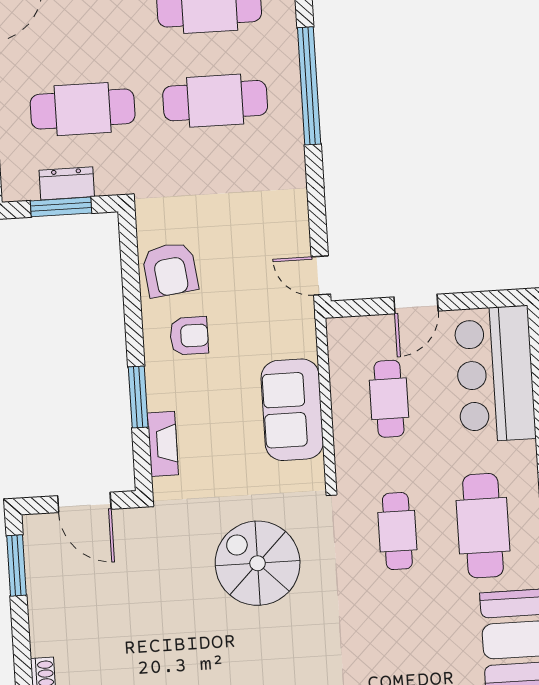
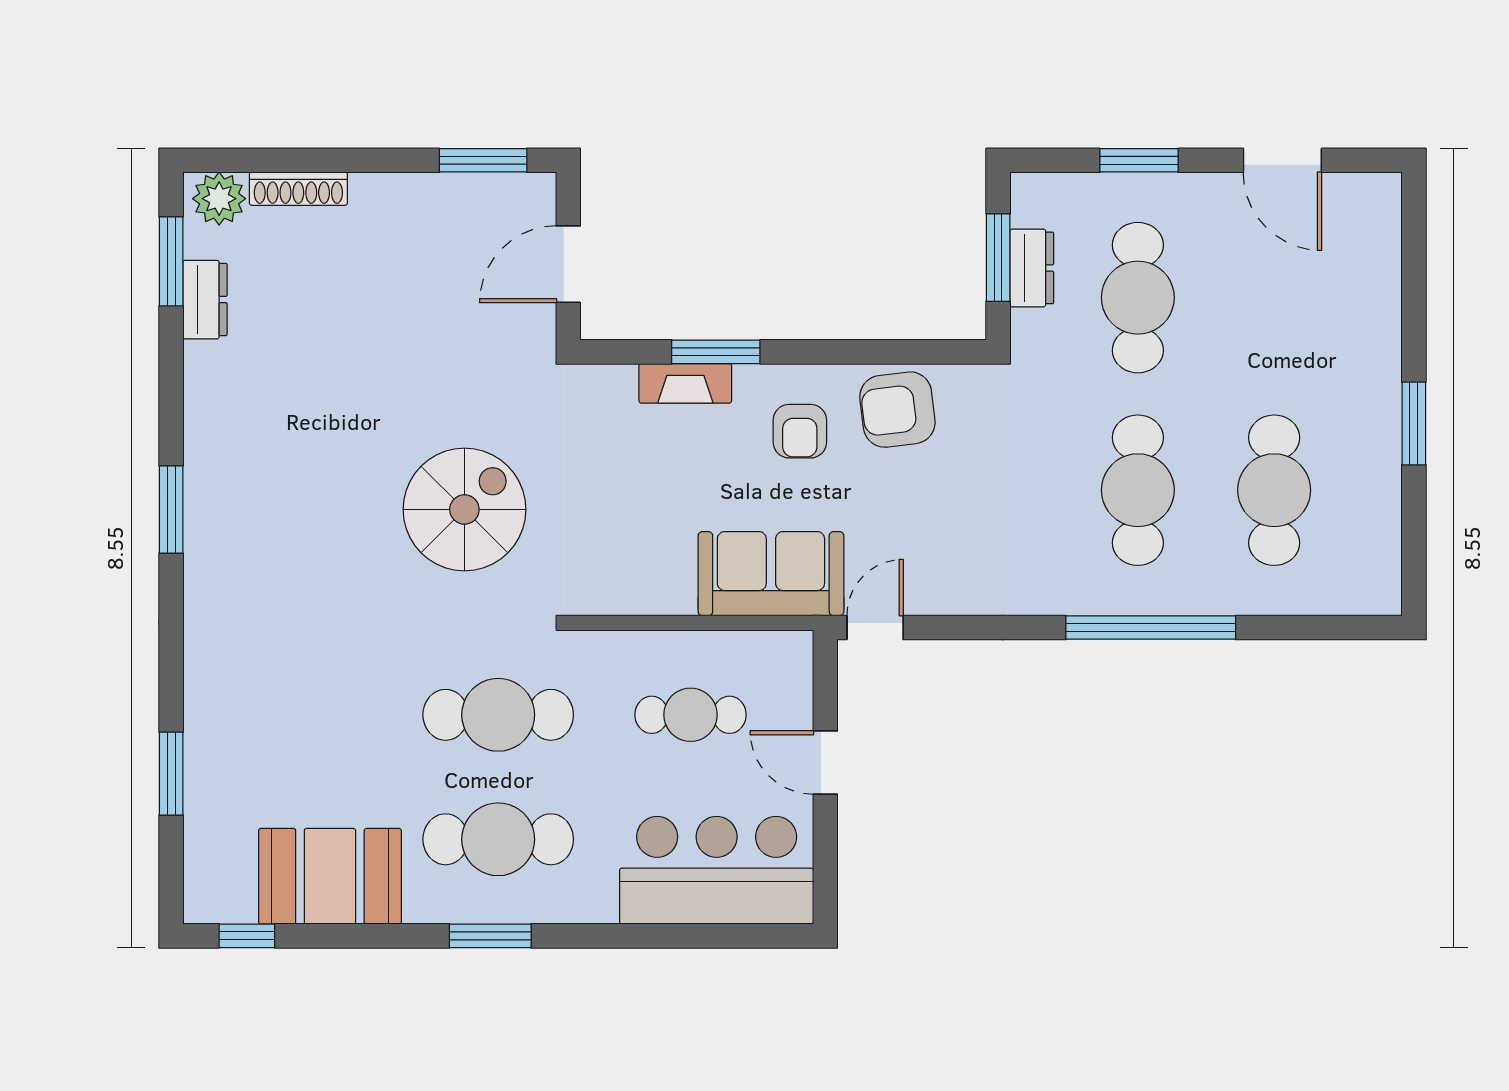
sofa: (292, 410) -> (771, 574), moved
fireplace: (163, 444) -> (685, 383), moved
cafe table: (397, 531) -> (498, 715), width x1.37, depth x1.35

